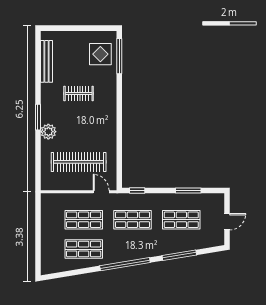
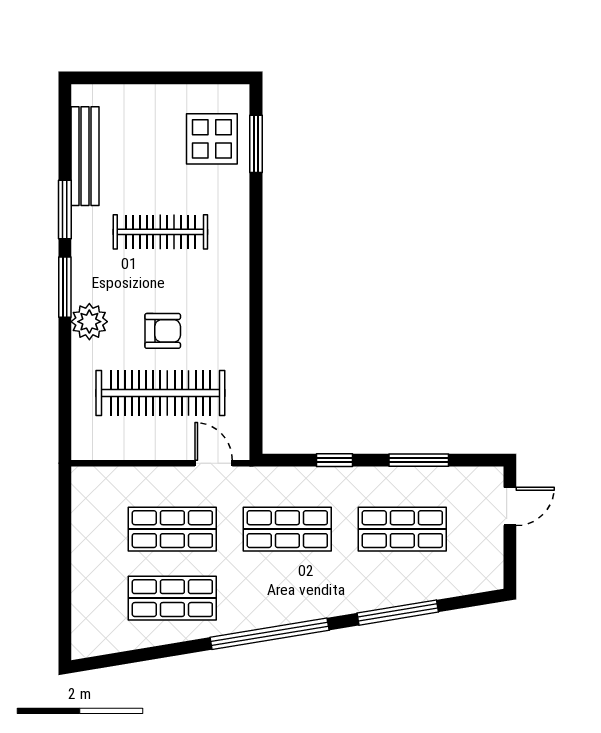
window: (119, 56) -> (256, 144), width x0.69
window: (38, 84) -> (65, 210), added
clothes rail: (79, 94) -> (160, 232), width x1.36
armchair: (80, 136) -> (163, 331), added
window: (137, 190) -> (334, 460), moved
door: (227, 222) -> (510, 506), moved

